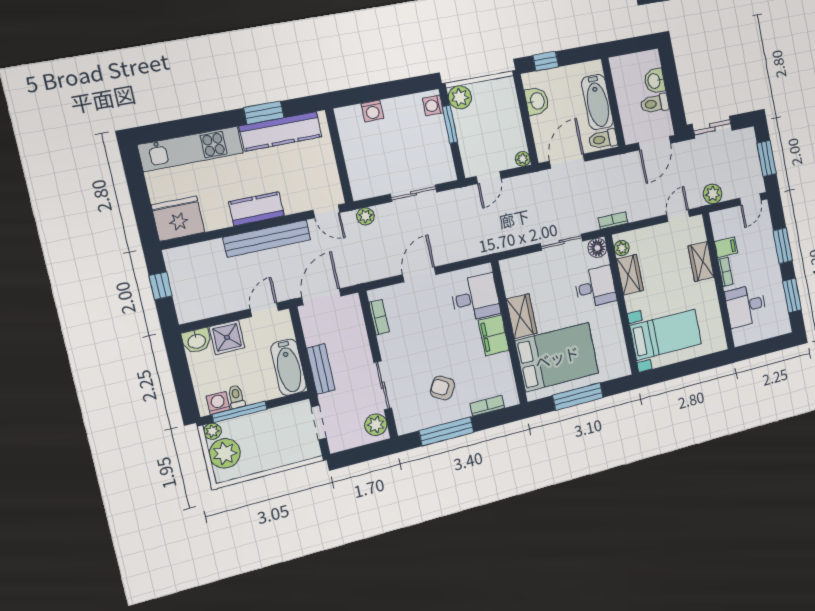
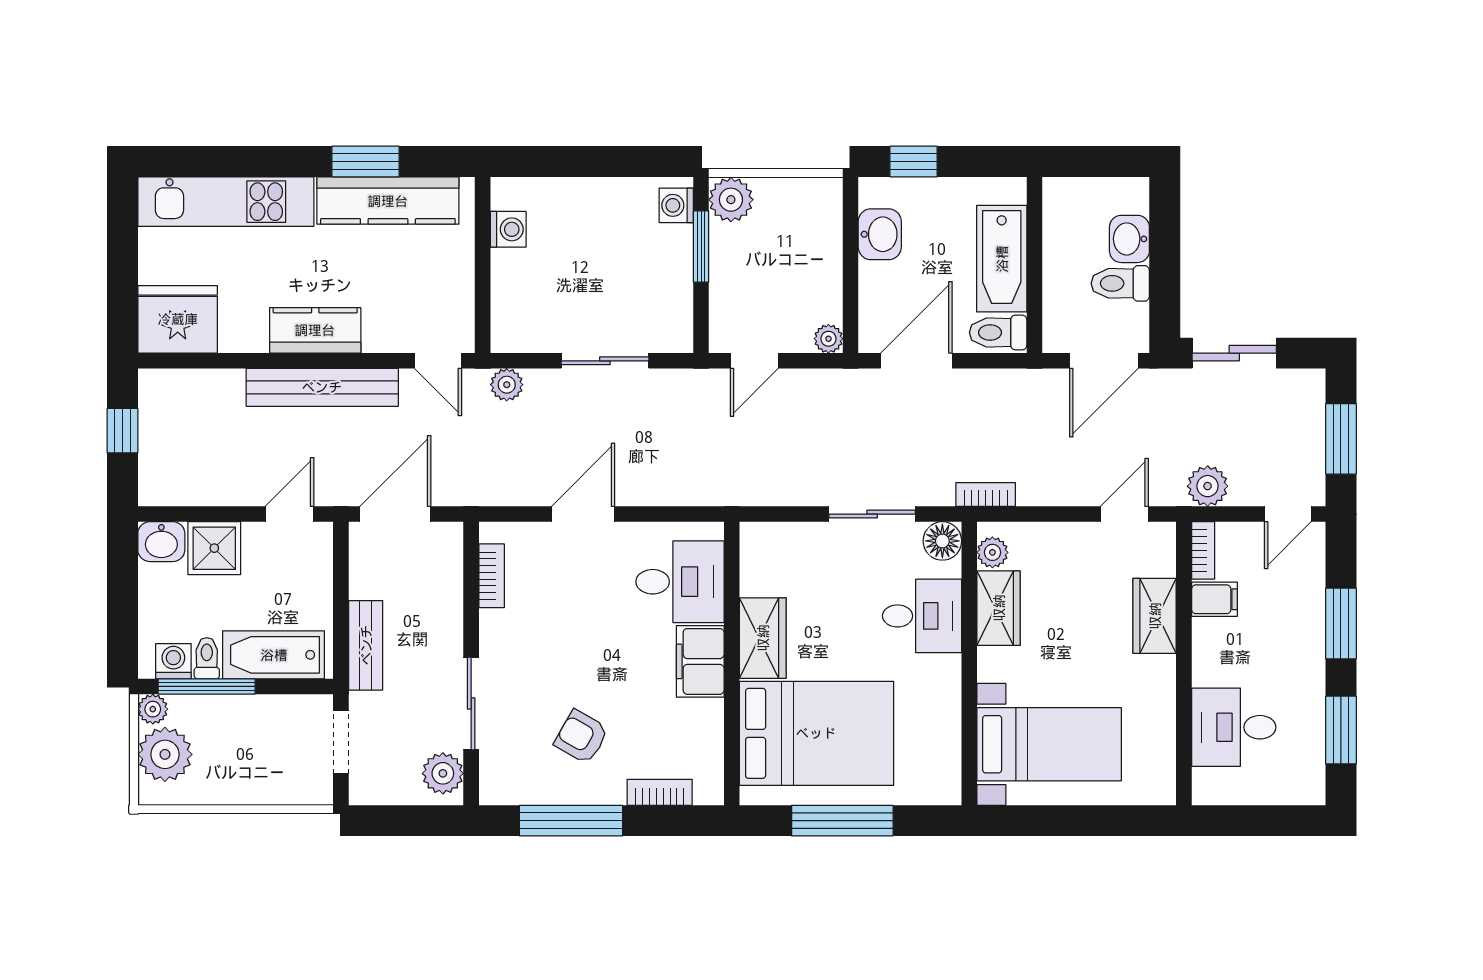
washing machine: (372, 111) -> (508, 229), moved, turned -90
bookcase: (725, 272) -> (1203, 550), moved
bathtub: (289, 367) -> (274, 655), moved, turned 90

